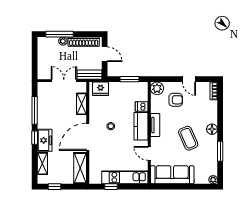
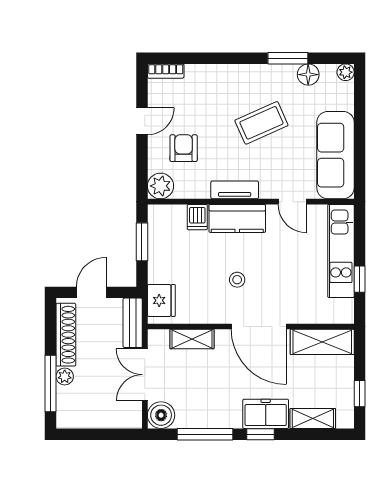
boiler: (44, 89) -> (161, 415), added
floor lamp: (212, 129) -> (308, 75), moved
door: (149, 153) -> (292, 202), hinge flipped

